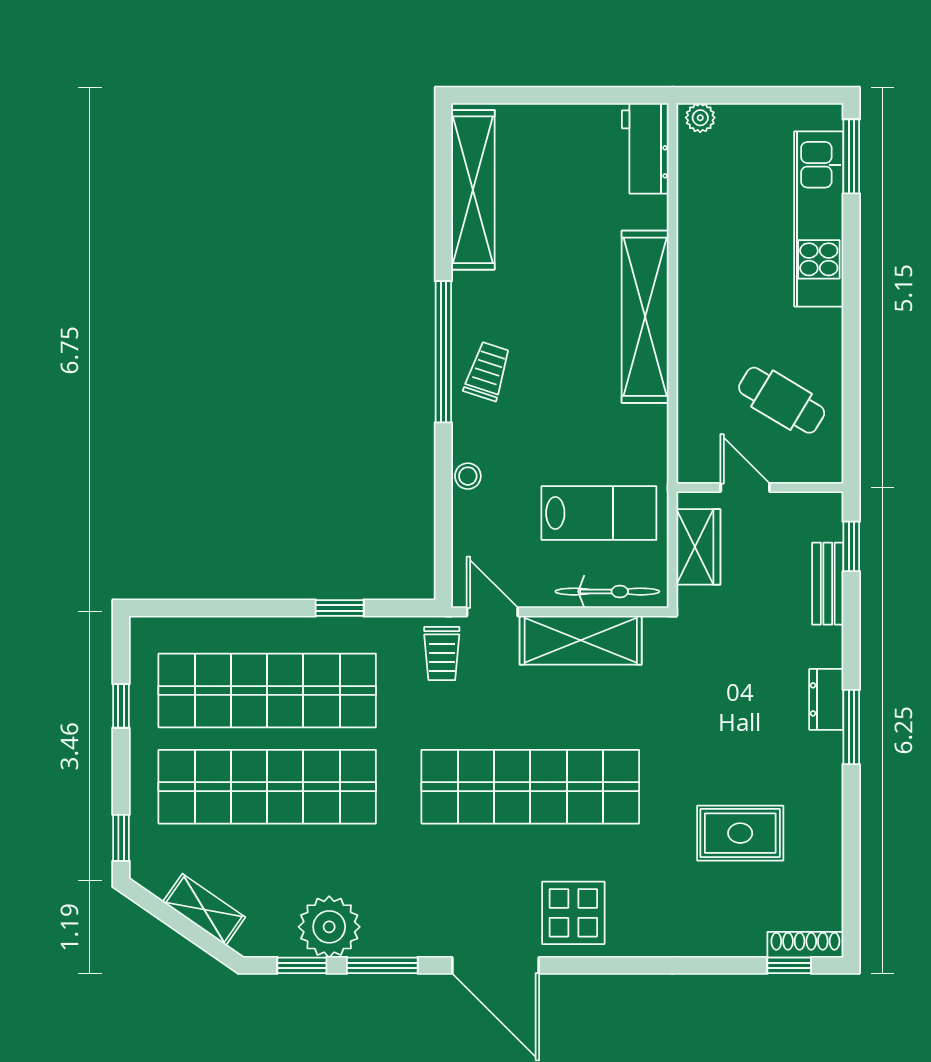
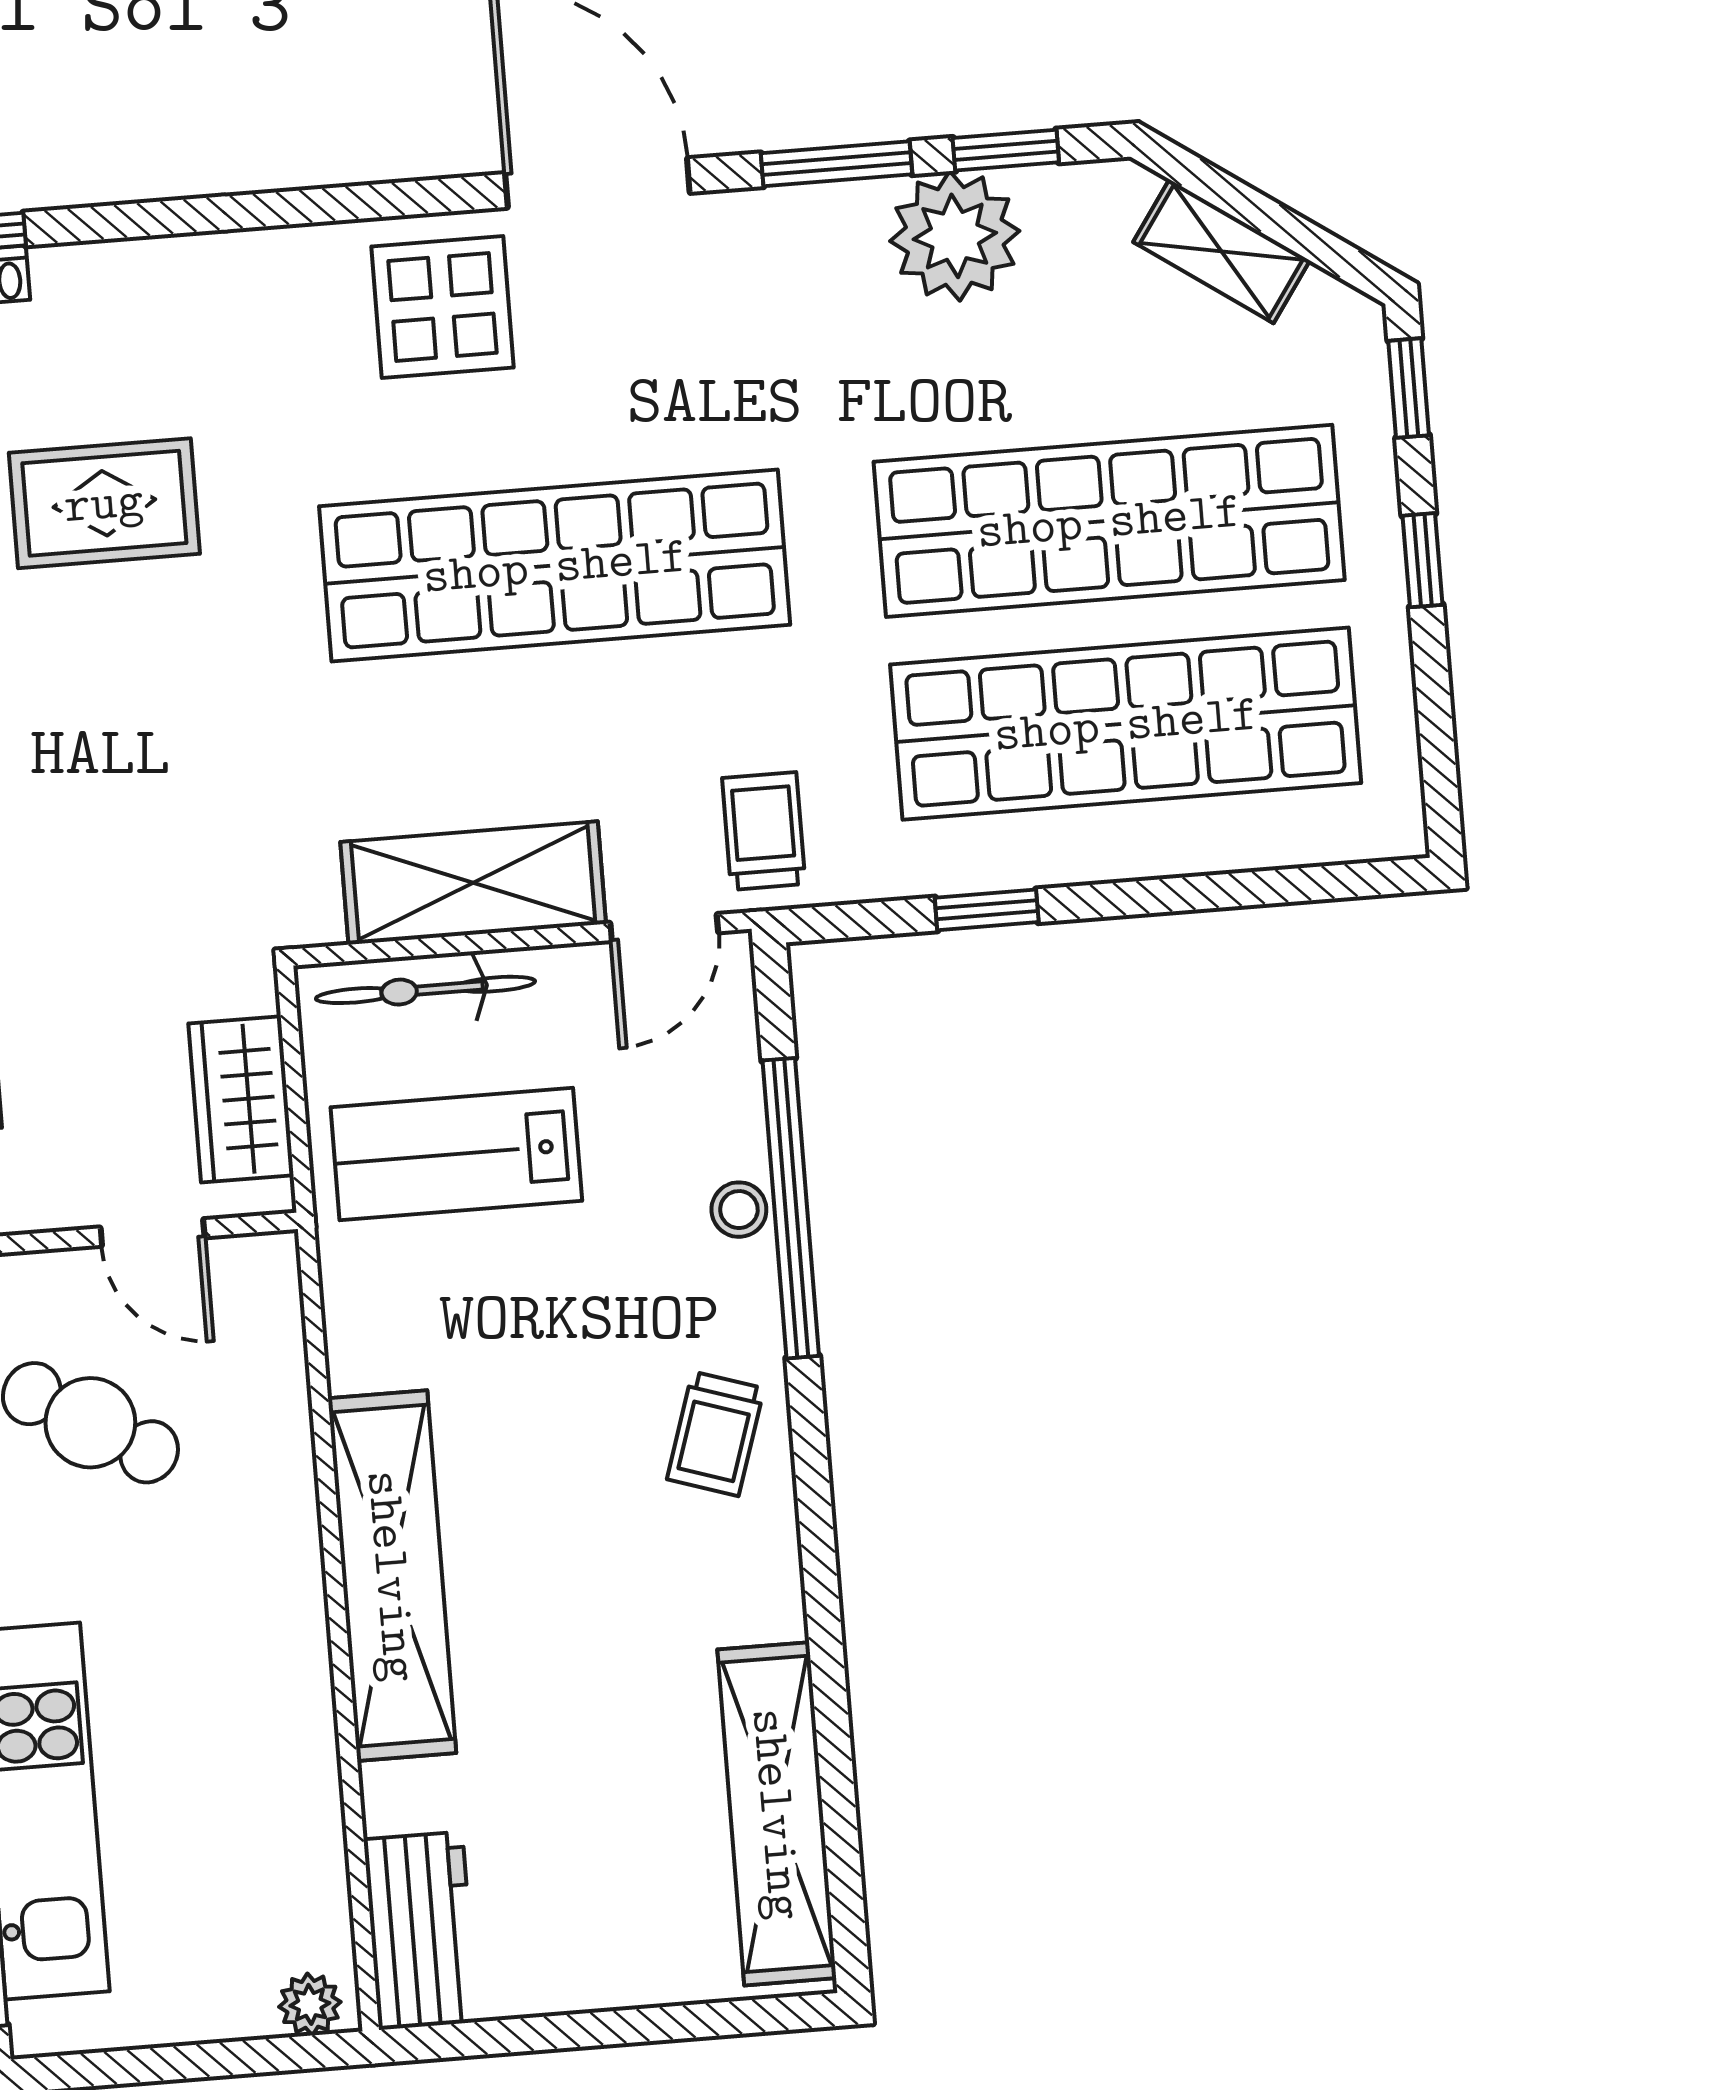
window: (443, 352) -> (791, 1208), moved
door: (492, 612) -> (664, 928), hinge flipped
window: (121, 706) -> (1423, 560), moved

